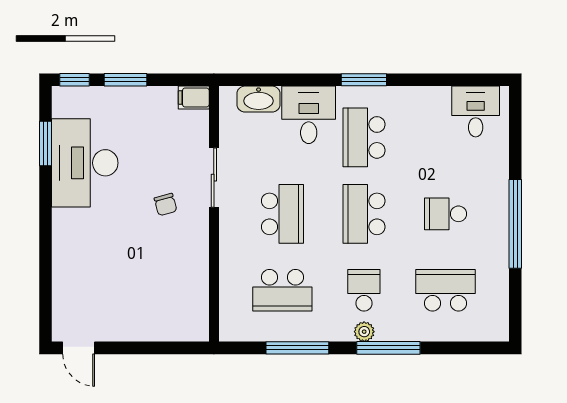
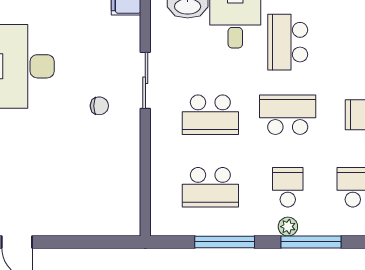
chair: (166, 204) -> (99, 106), turned -75
school desk: (282, 214) -> (210, 115), turned 90
school desk: (364, 214) -> (288, 115), turned 90

